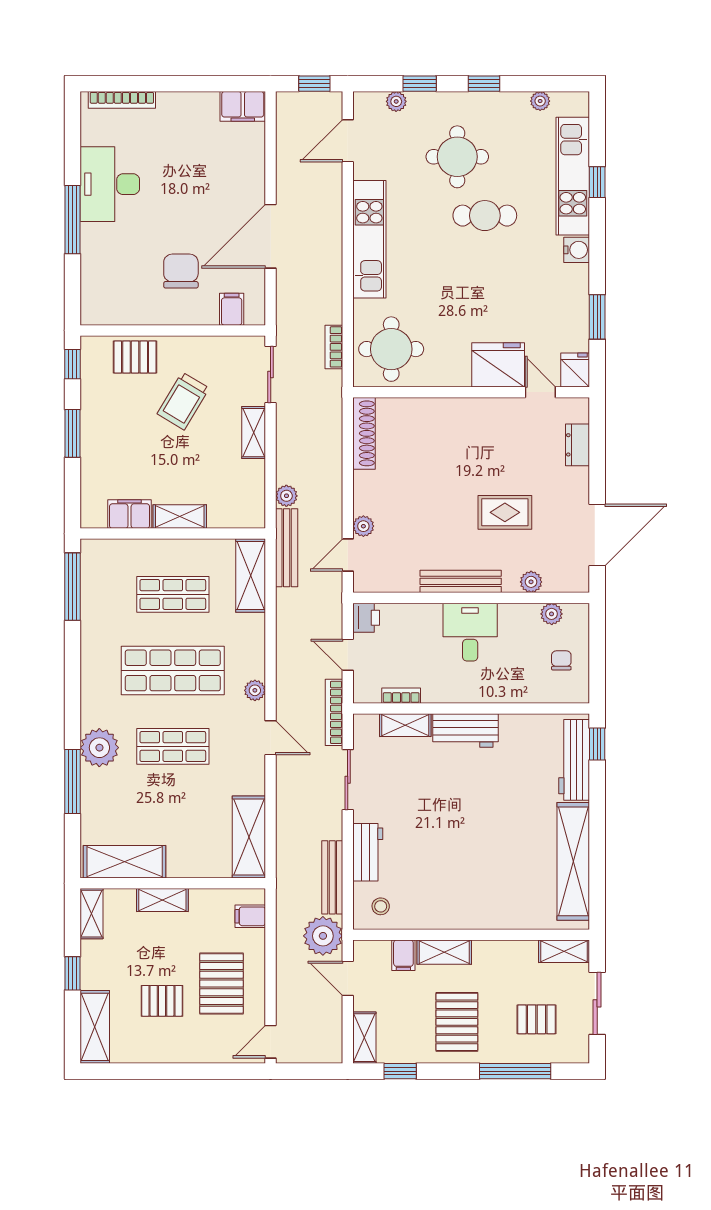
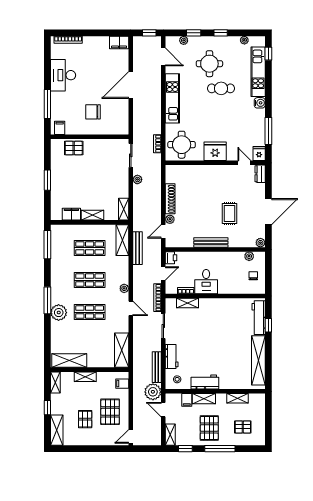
door: (348, 141) -> (163, 57), swing flipped
window: (597, 182) -> (268, 54), moved
window: (73, 220) -> (47, 104), moved
door: (271, 236) -> (131, 85), moved
chair: (181, 271) -> (93, 112), turned -90
filing cabinet: (232, 309) -> (60, 128), moved
window: (597, 317) -> (268, 131), width x1.44
window: (73, 364) -> (47, 151), removed
fridge: (498, 365) -> (215, 151), moved
trolley: (183, 401) -> (94, 167), removed
shelving: (254, 433) -> (124, 209), moved
shoe rack: (364, 433) -> (170, 199), moved
dresser: (578, 445) -> (260, 174), moved
plant: (286, 496) -> (137, 179), moved
rug: (505, 512) -> (229, 213), turned 90
door: (597, 535) -> (268, 212), moved
bench: (287, 548) -> (138, 248), moved
plant: (531, 582) -> (260, 243), moved
desk: (470, 632) -> (206, 282), moved, turned 180
door: (348, 655) -> (163, 273), swing flipped
shop shelf: (173, 670) -> (90, 280), width x0.70, depth x0.74
workbench: (466, 730) -> (205, 382), moved, turned 180
window: (597, 744) -> (268, 325), moved
window: (73, 781) -> (47, 300), moved
shelving: (564, 951) -> (238, 398), moved
pallet: (162, 1001) -> (85, 419), turned 90
sliding door: (597, 1003) -> (268, 420), removed
window: (515, 1071) -> (220, 449), moved

